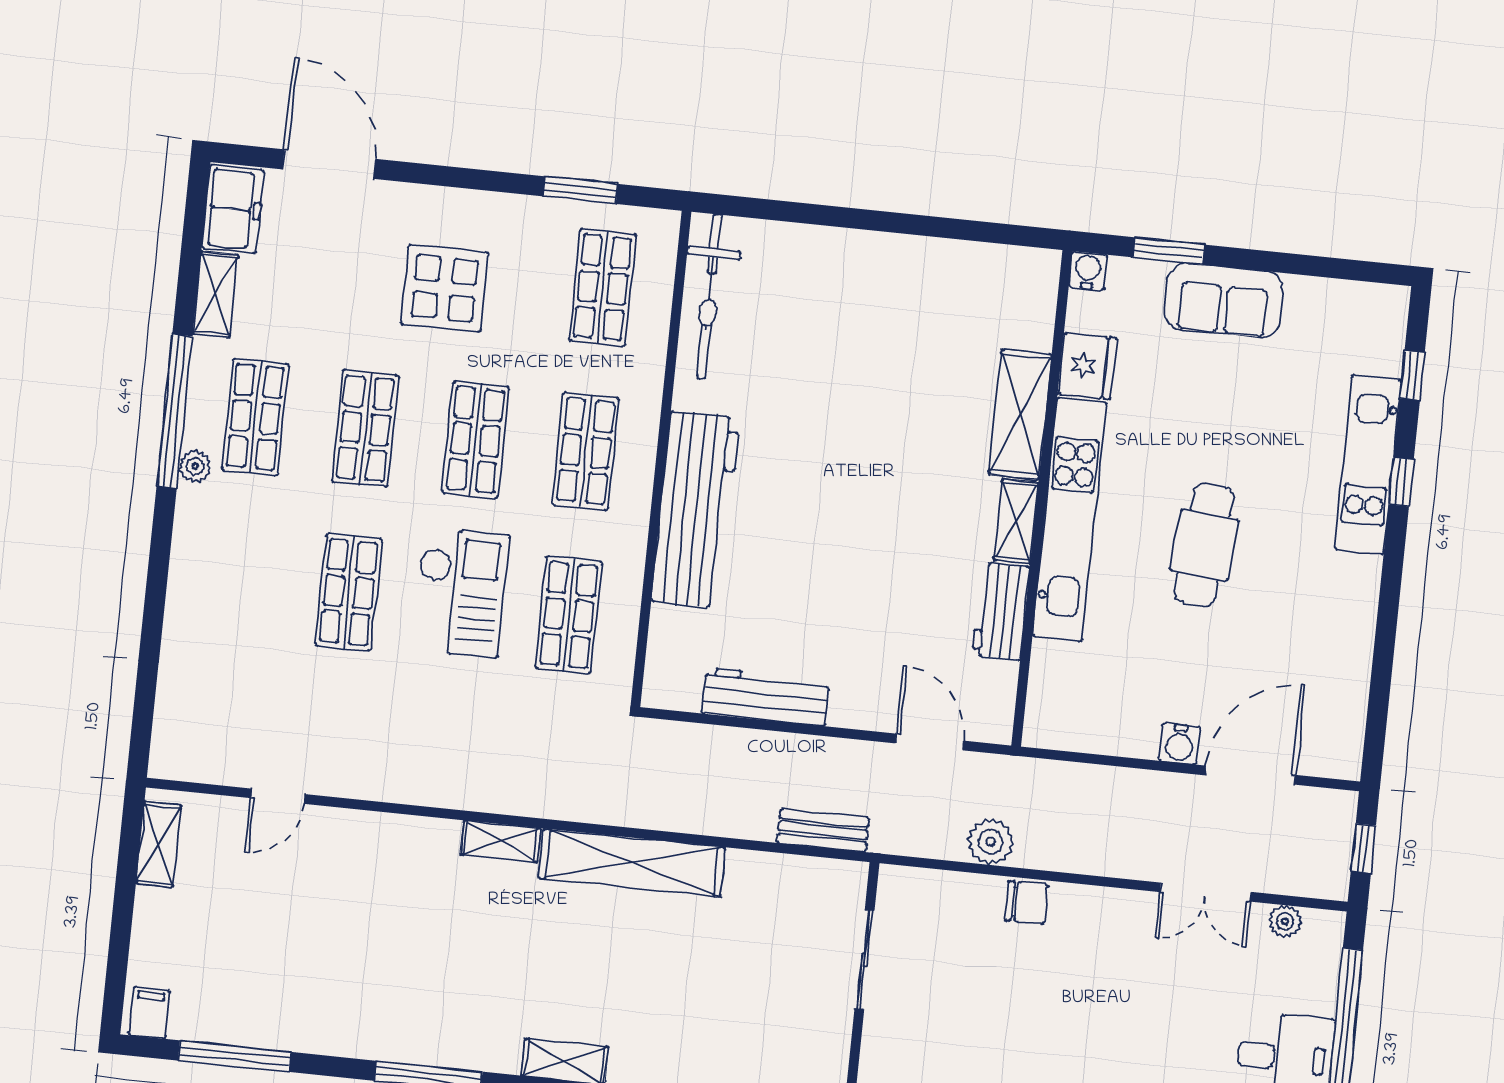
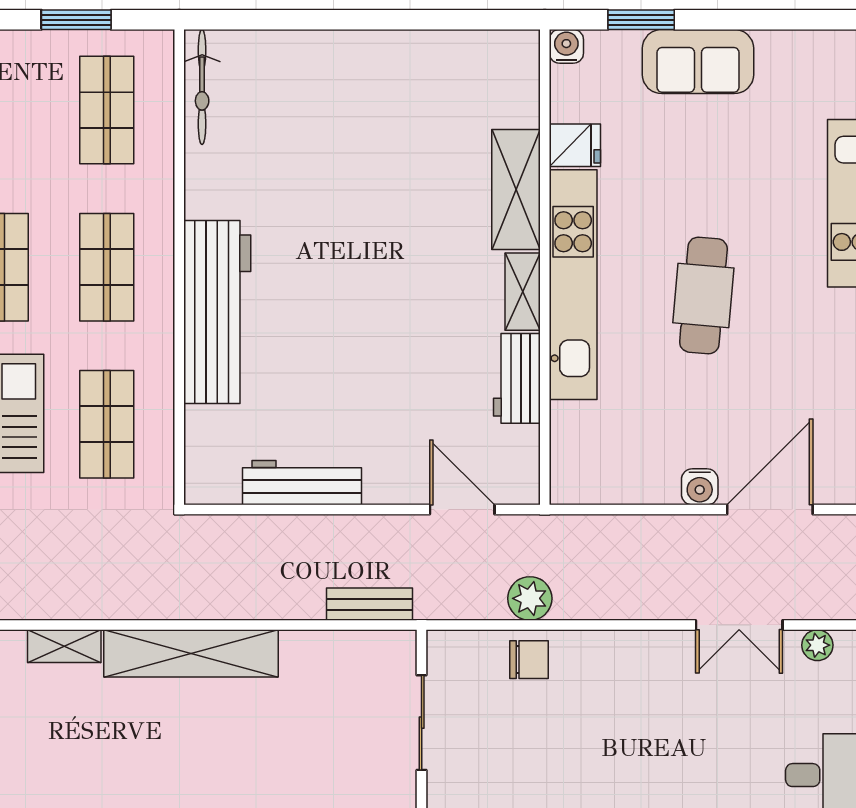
bicycle: (710, 297) -> (202, 87), width x0.73, depth x0.71
fridge: (1087, 366) -> (575, 145), width x0.72
chair: (1026, 902) -> (529, 660), moved

